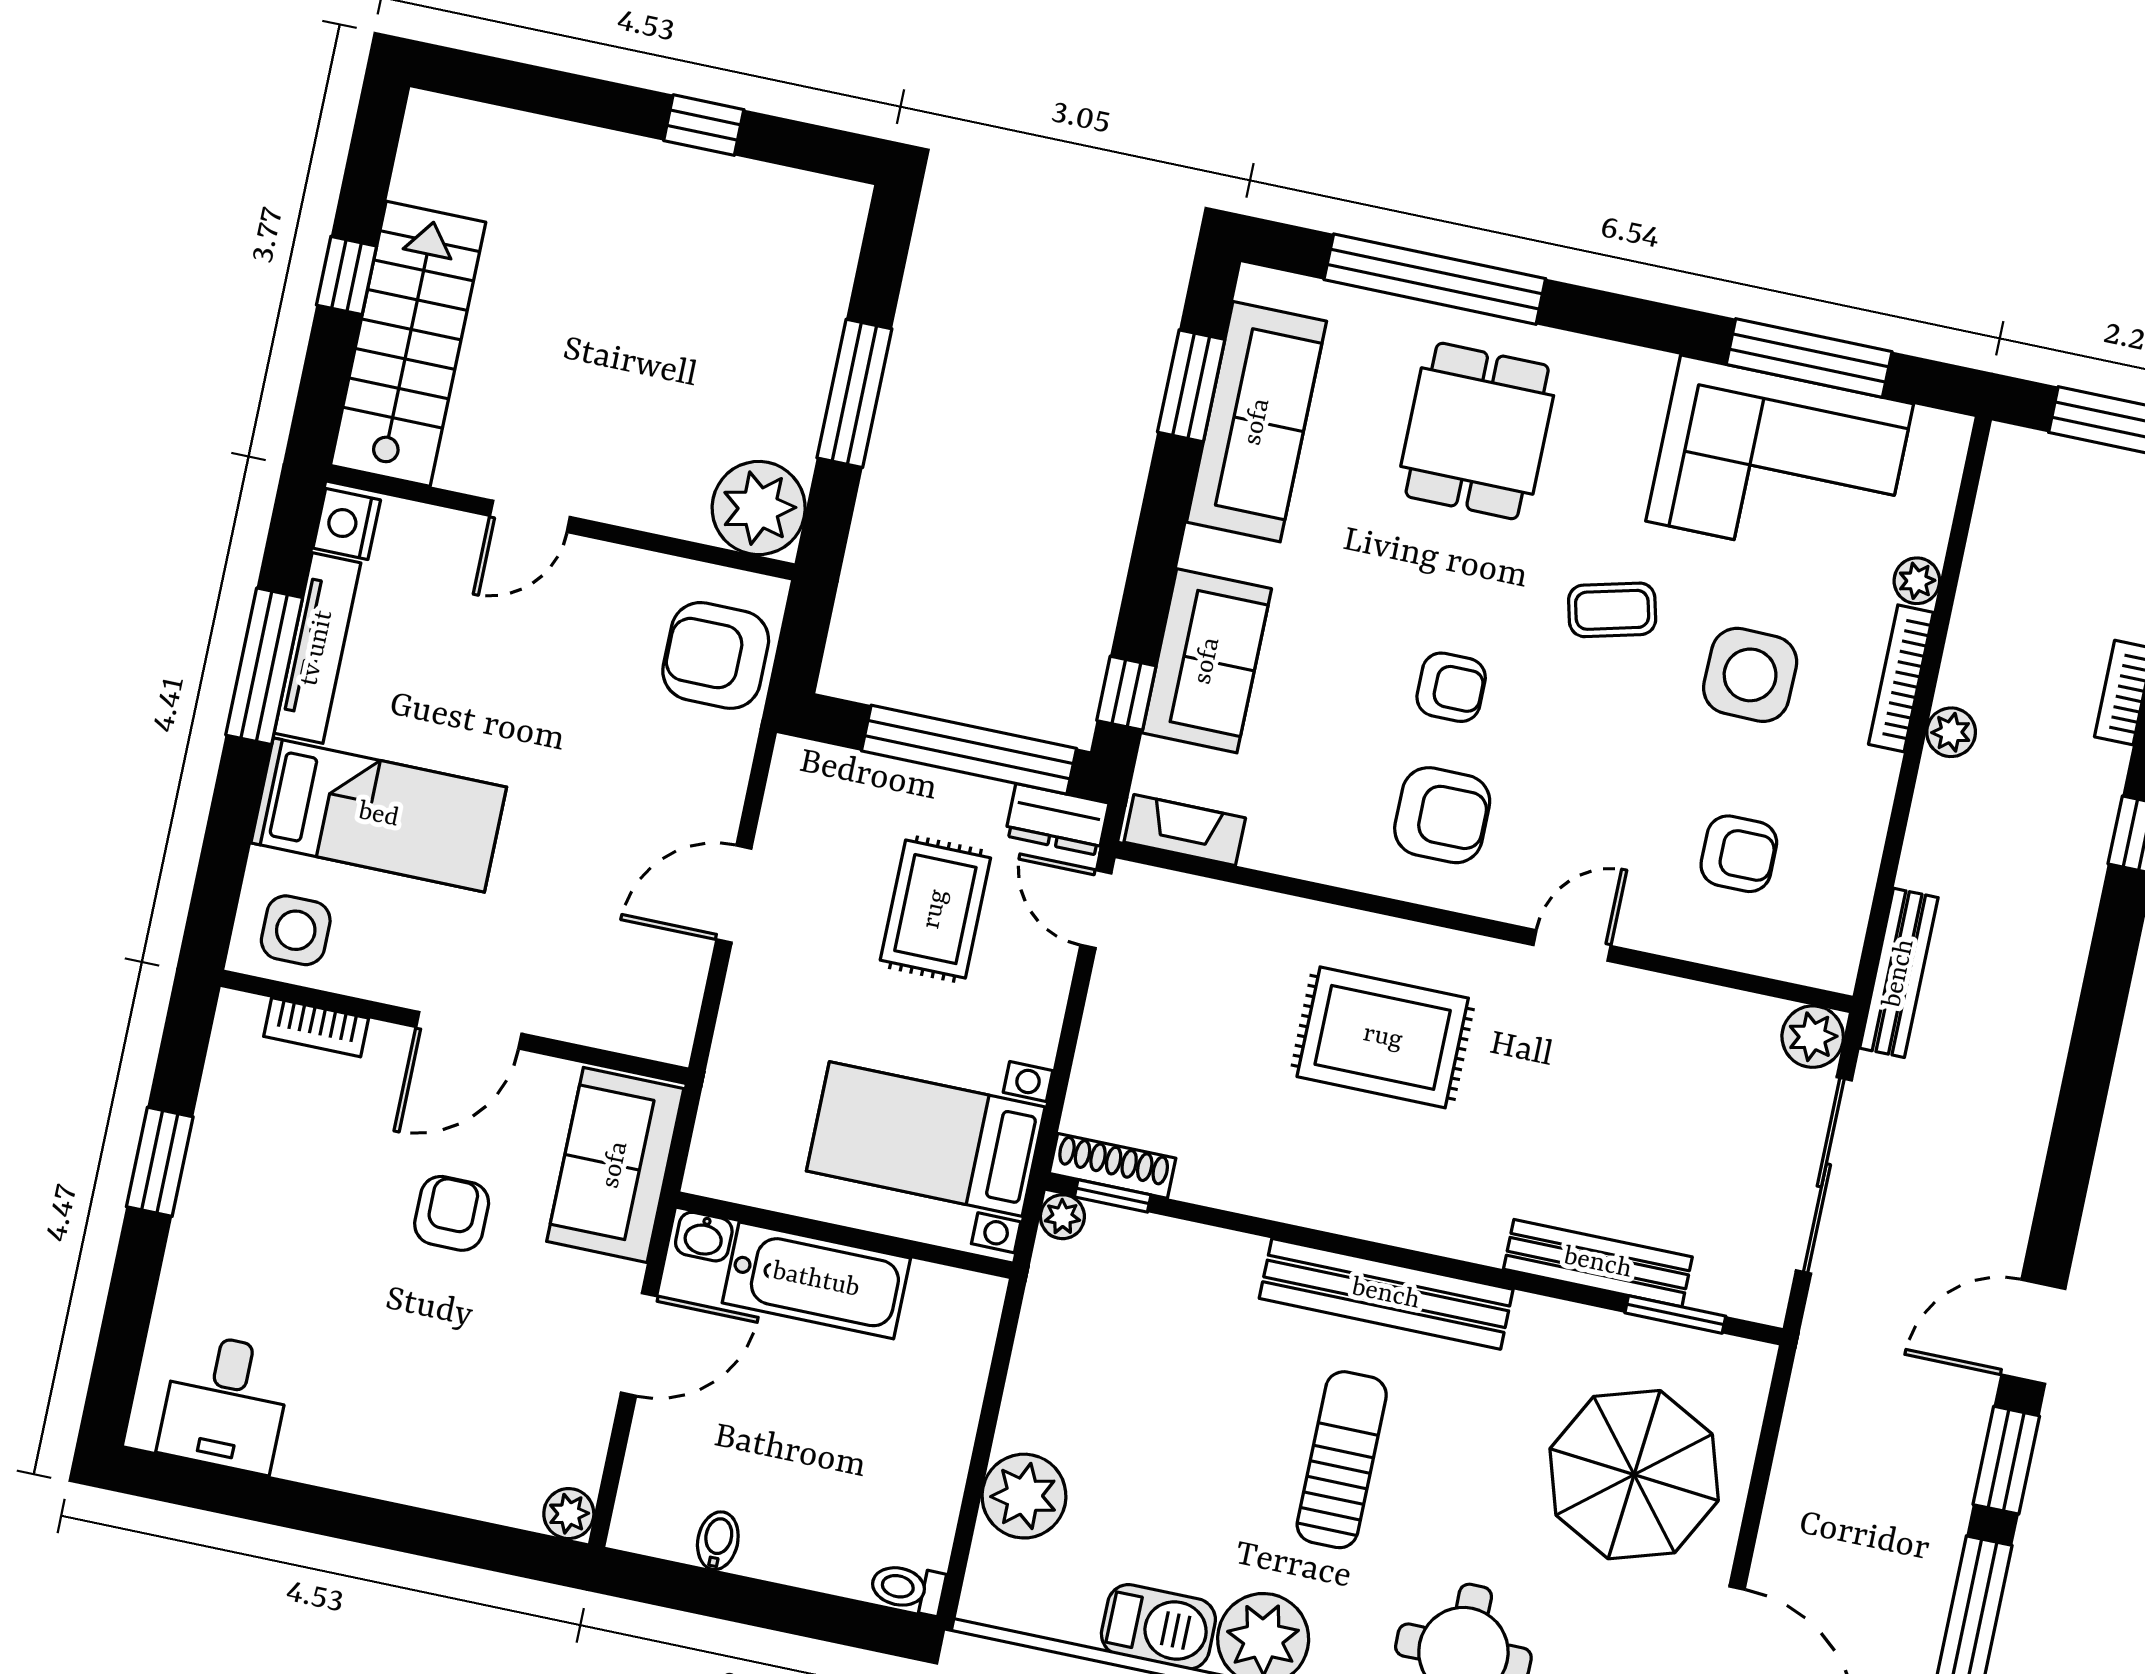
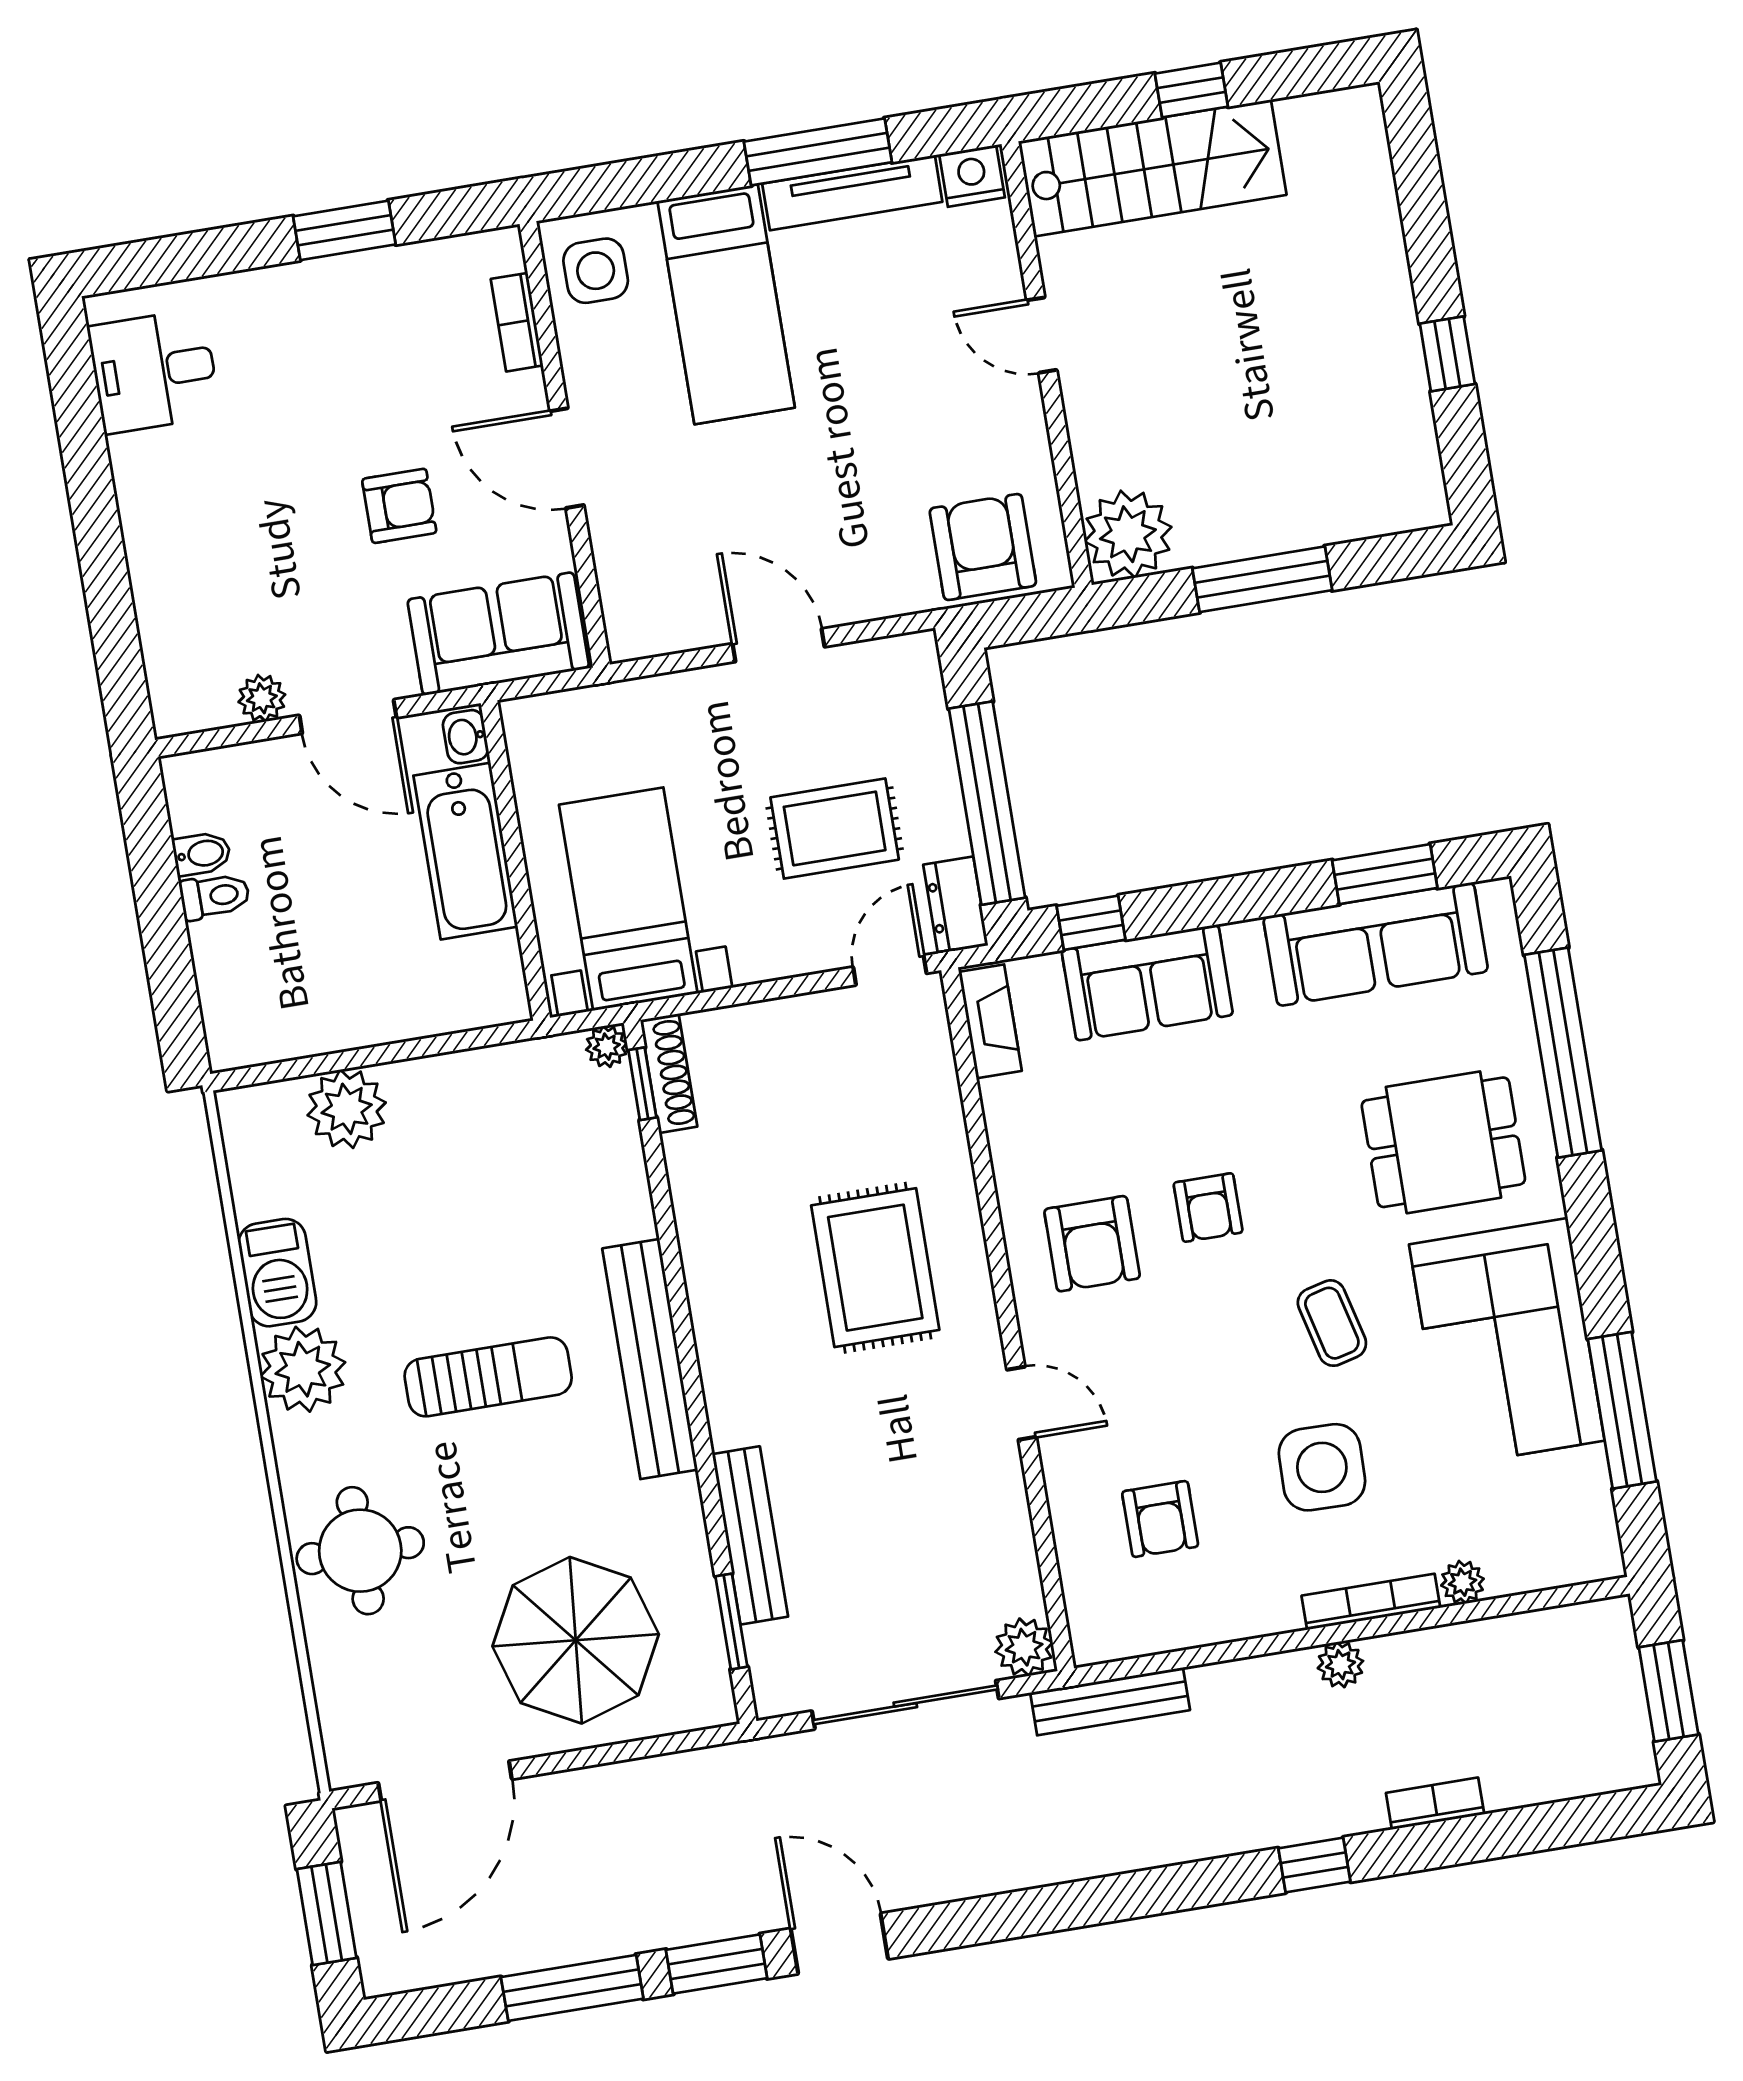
corner sofa: (1780, 463) -> (1507, 1342), moved
plant: (569, 1514) -> (262, 698), moved
toilet: (908, 1588) -> (215, 896), moved, turned 90

